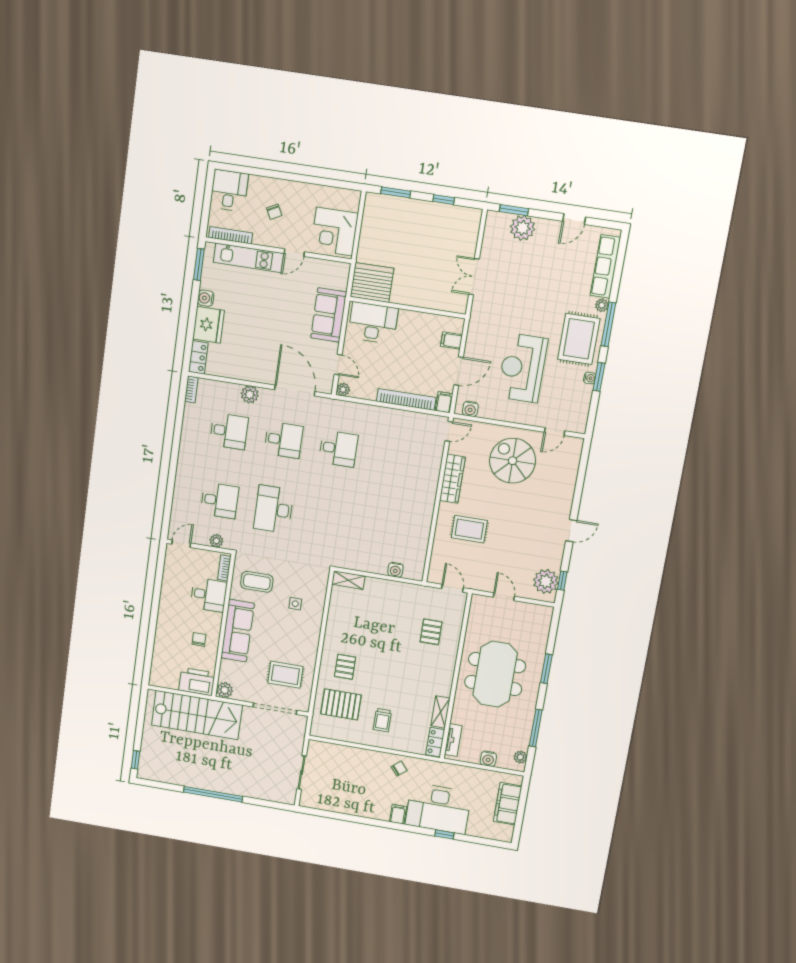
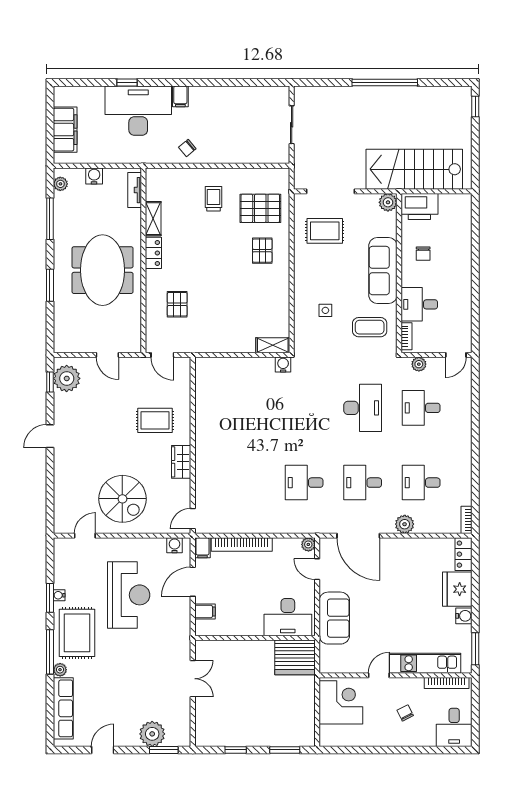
wardrobe: (452, 479) -> (181, 462), width x0.67
water cooler: (395, 570) -> (283, 365), moved
locker: (435, 742) -> (153, 253), moved

